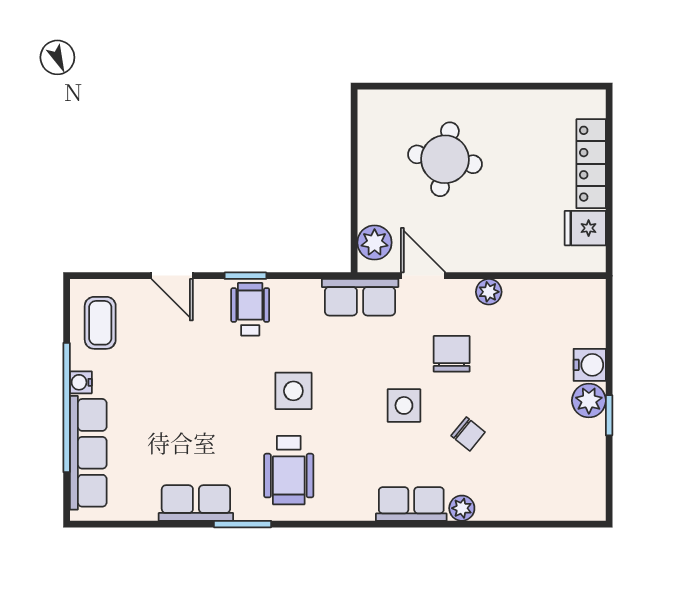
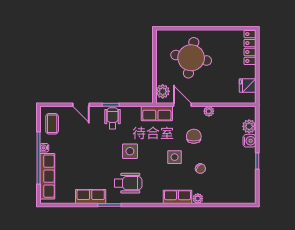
round table: (445, 159) -> (191, 58), width x1.36, depth x1.36
locker: (591, 164) -> (250, 48), moved
plant: (589, 401) -> (249, 126), moved
wheelchair: (289, 470) -> (128, 183), turned -90

